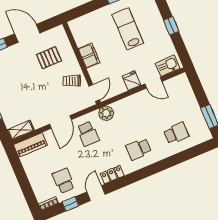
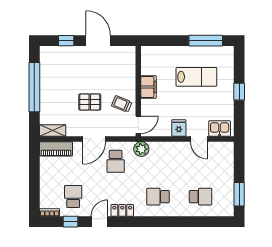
lab bench: (128, 29) -> (196, 77), turned 90
pallet: (49, 58) -> (90, 102), moved

